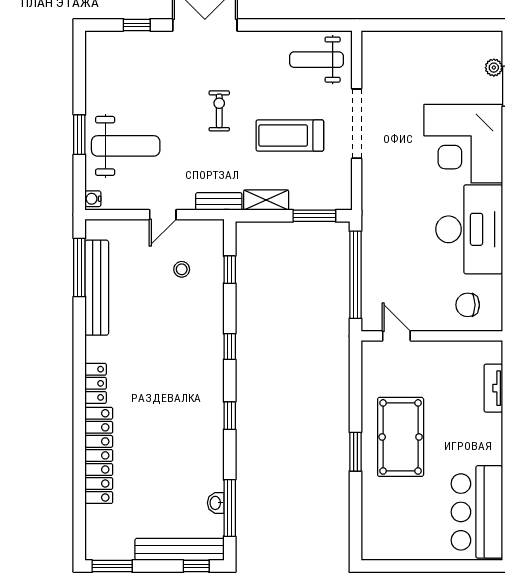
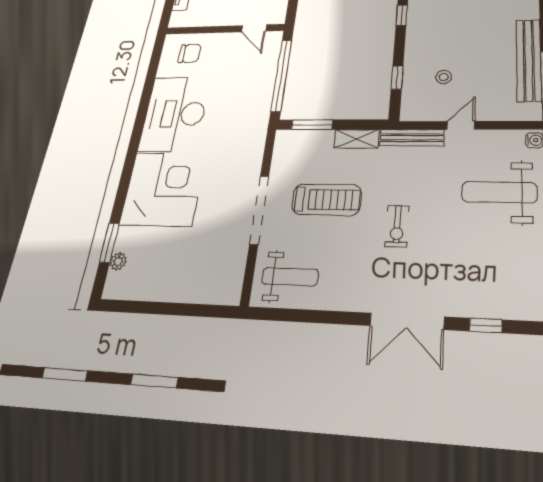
bench: (219, 201) -> (412, 138), width x1.36

